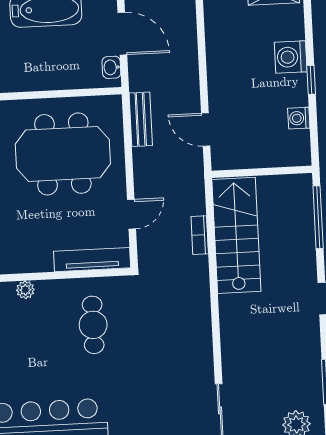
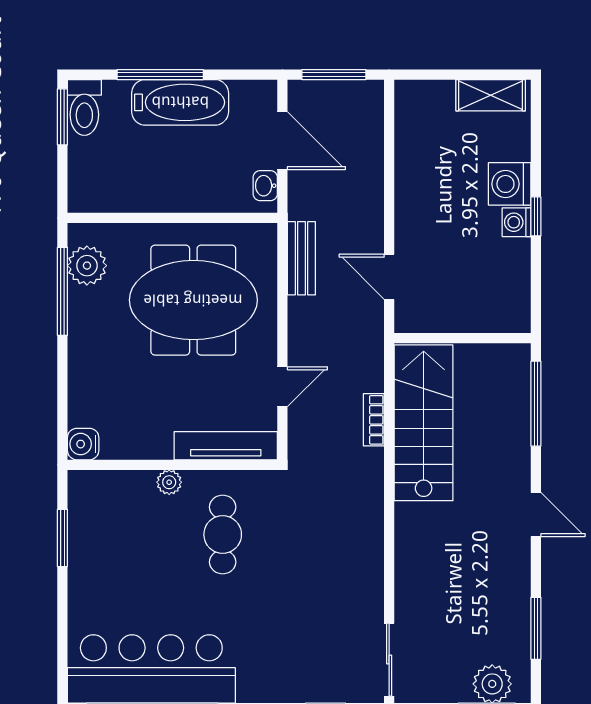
washing machine: (299, 118) -> (517, 222), moved
plant: (25, 290) -> (169, 482), moved

